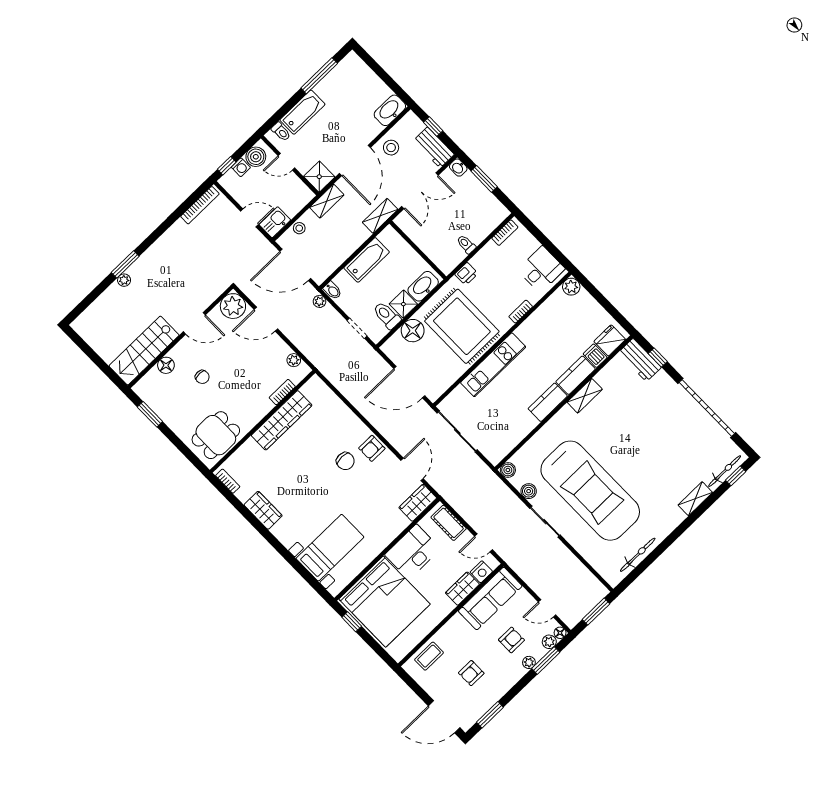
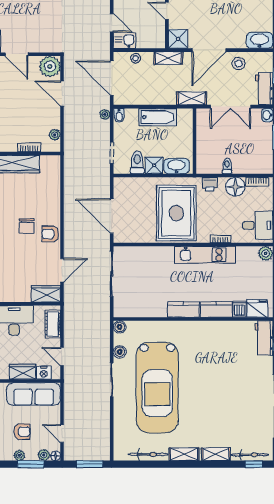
floor lamp: (413, 331) -> (235, 187), moved
kitchen unit: (493, 365) -> (205, 255), moved
shelving: (585, 396) -> (184, 454), moved

